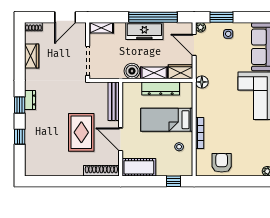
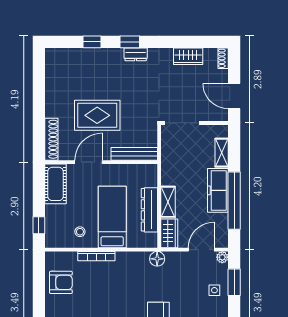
shelving: (101, 28) -> (222, 153), moved
boiler: (132, 71) -> (170, 176), removed

